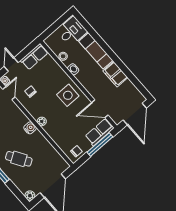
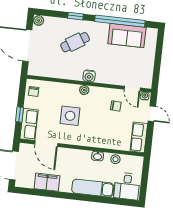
filing cabinet: (115, 74) -> (47, 182), moved
side table: (68, 95) -> (70, 116), moved
door: (100, 109) -> (46, 144), swing flipped
window: (100, 144) -> (20, 115), width x0.46

